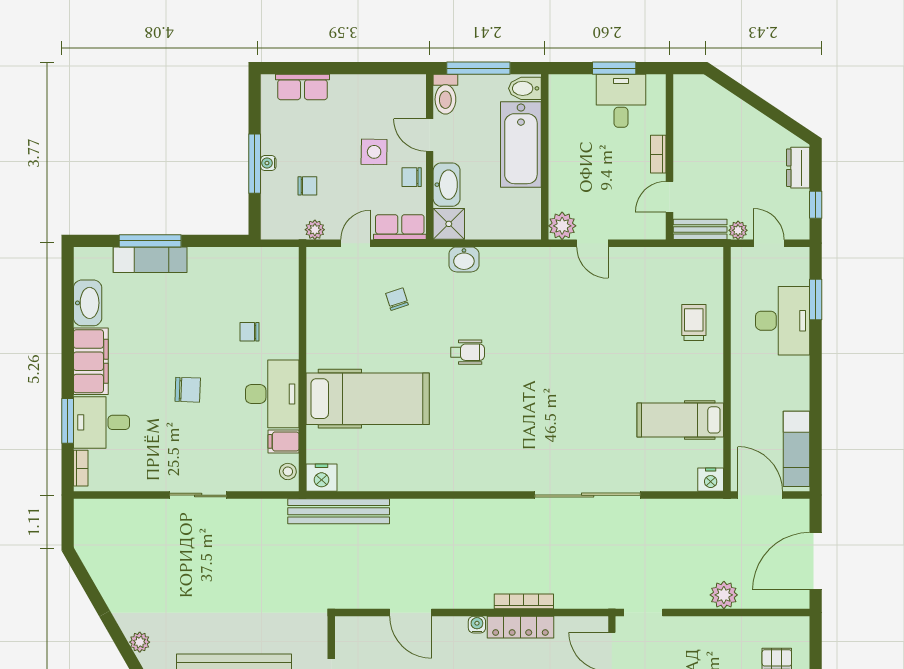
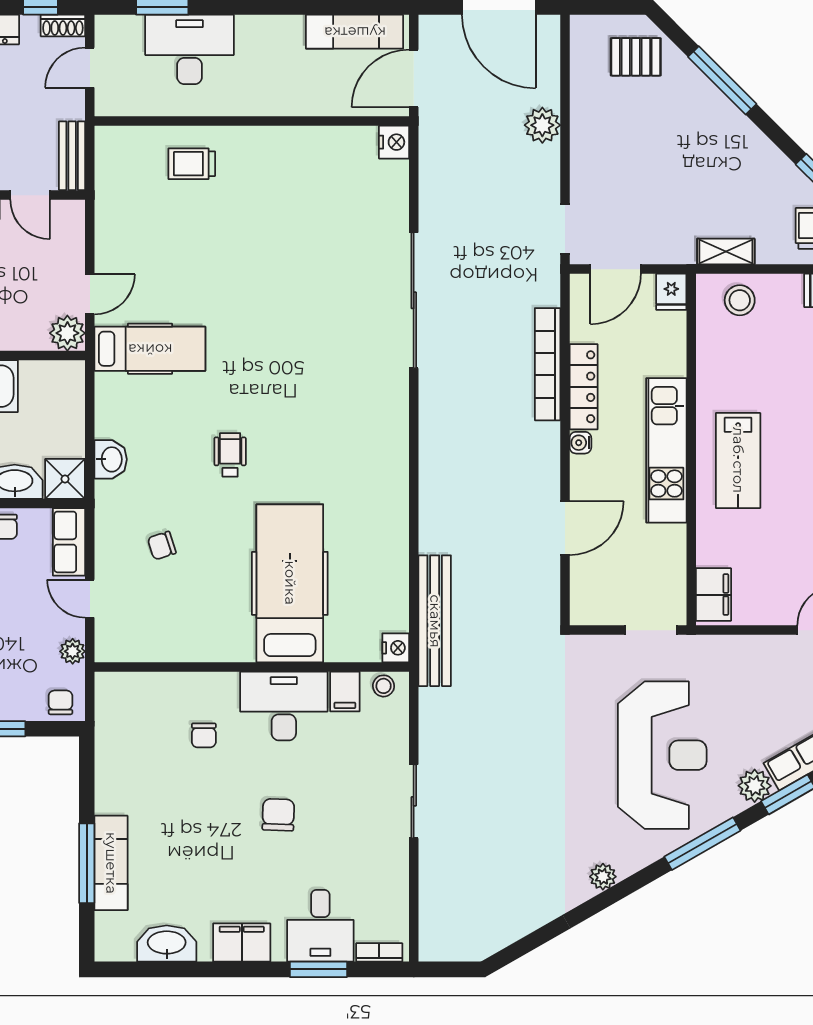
chair: (307, 186) -> (60, 702), moved
shoe rack: (801, 222) -> (63, 25), added
plant: (738, 230) -> (73, 107), removed
filing cabinet: (91, 361) -> (242, 943), width x0.67, depth x0.86
hospital bed: (680, 420) -> (150, 349), moved, turned -90
nightstand: (322, 478) -> (396, 648), width x0.74, depth x0.75
bookcase: (524, 601) -> (548, 364), width x1.48, depth x1.31

